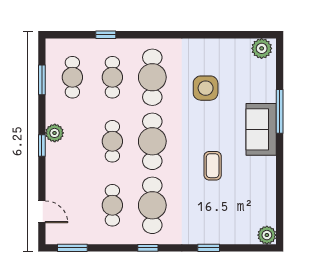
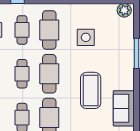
sofa: (261, 129) -> (124, 108), moved
coffee table: (213, 166) -> (91, 90), width x1.86, depth x1.72

